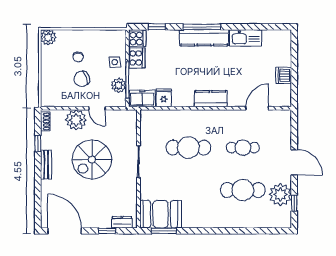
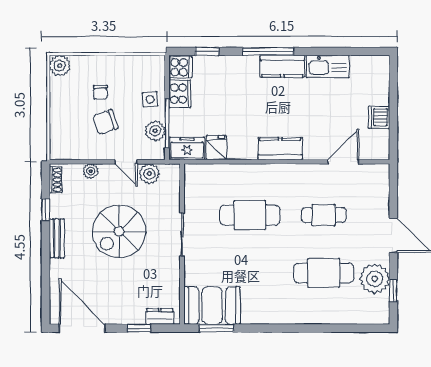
kitchen counter: (204, 38) -> (282, 66), width x0.67
plant: (114, 117) -> (149, 174), added
plant: (76, 120) -> (91, 171), width x0.53, depth x0.53

